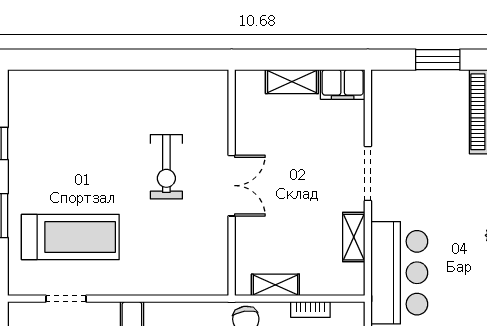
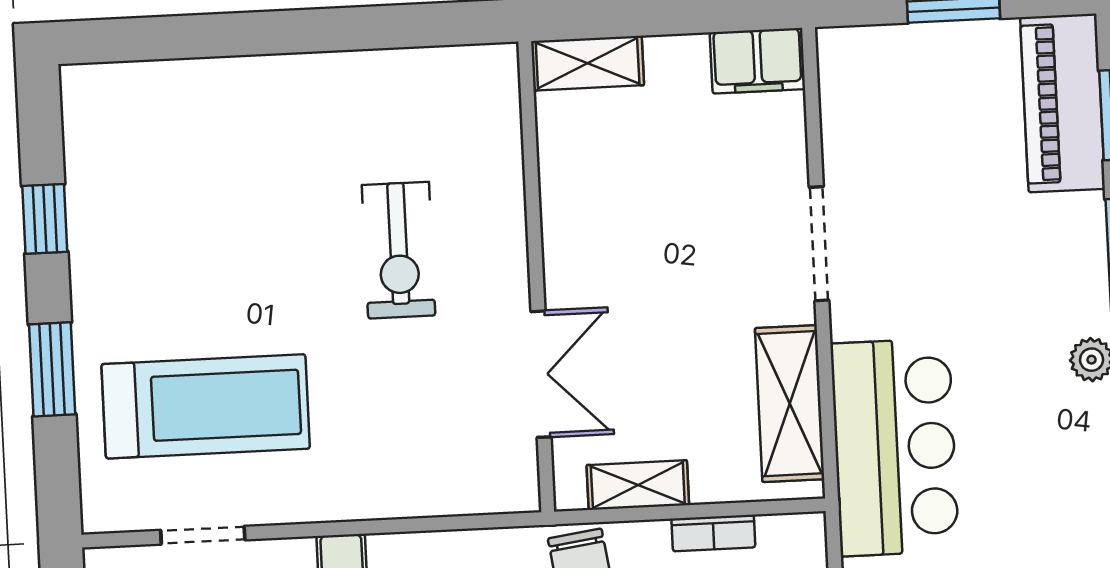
shelving: (292, 82) -> (588, 63), moved
double door: (232, 186) -> (541, 374), moved
shelving: (354, 237) -> (790, 404), width x1.50, depth x1.33

